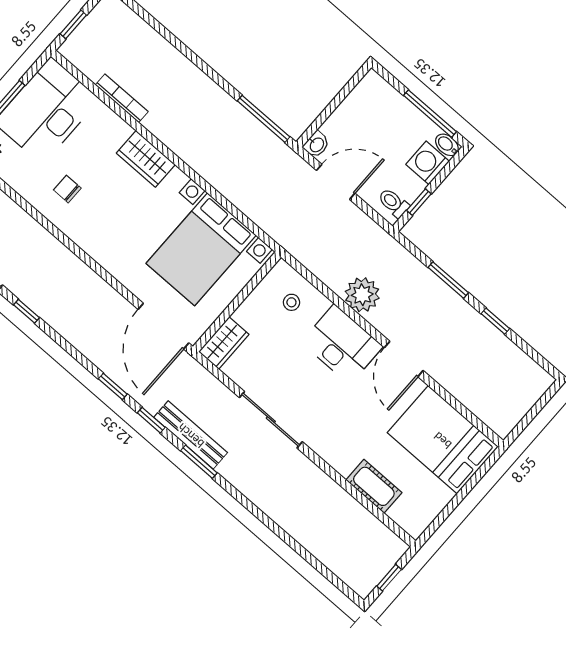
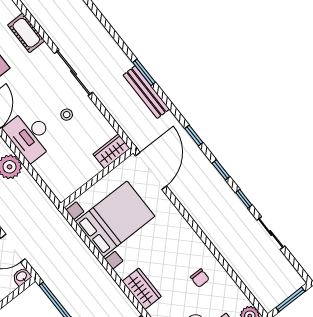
stool: (291, 302) -> (67, 115), moved
window: (151, 420) -> (221, 170), moved
sliding door: (271, 420) -> (74, 73), moved

